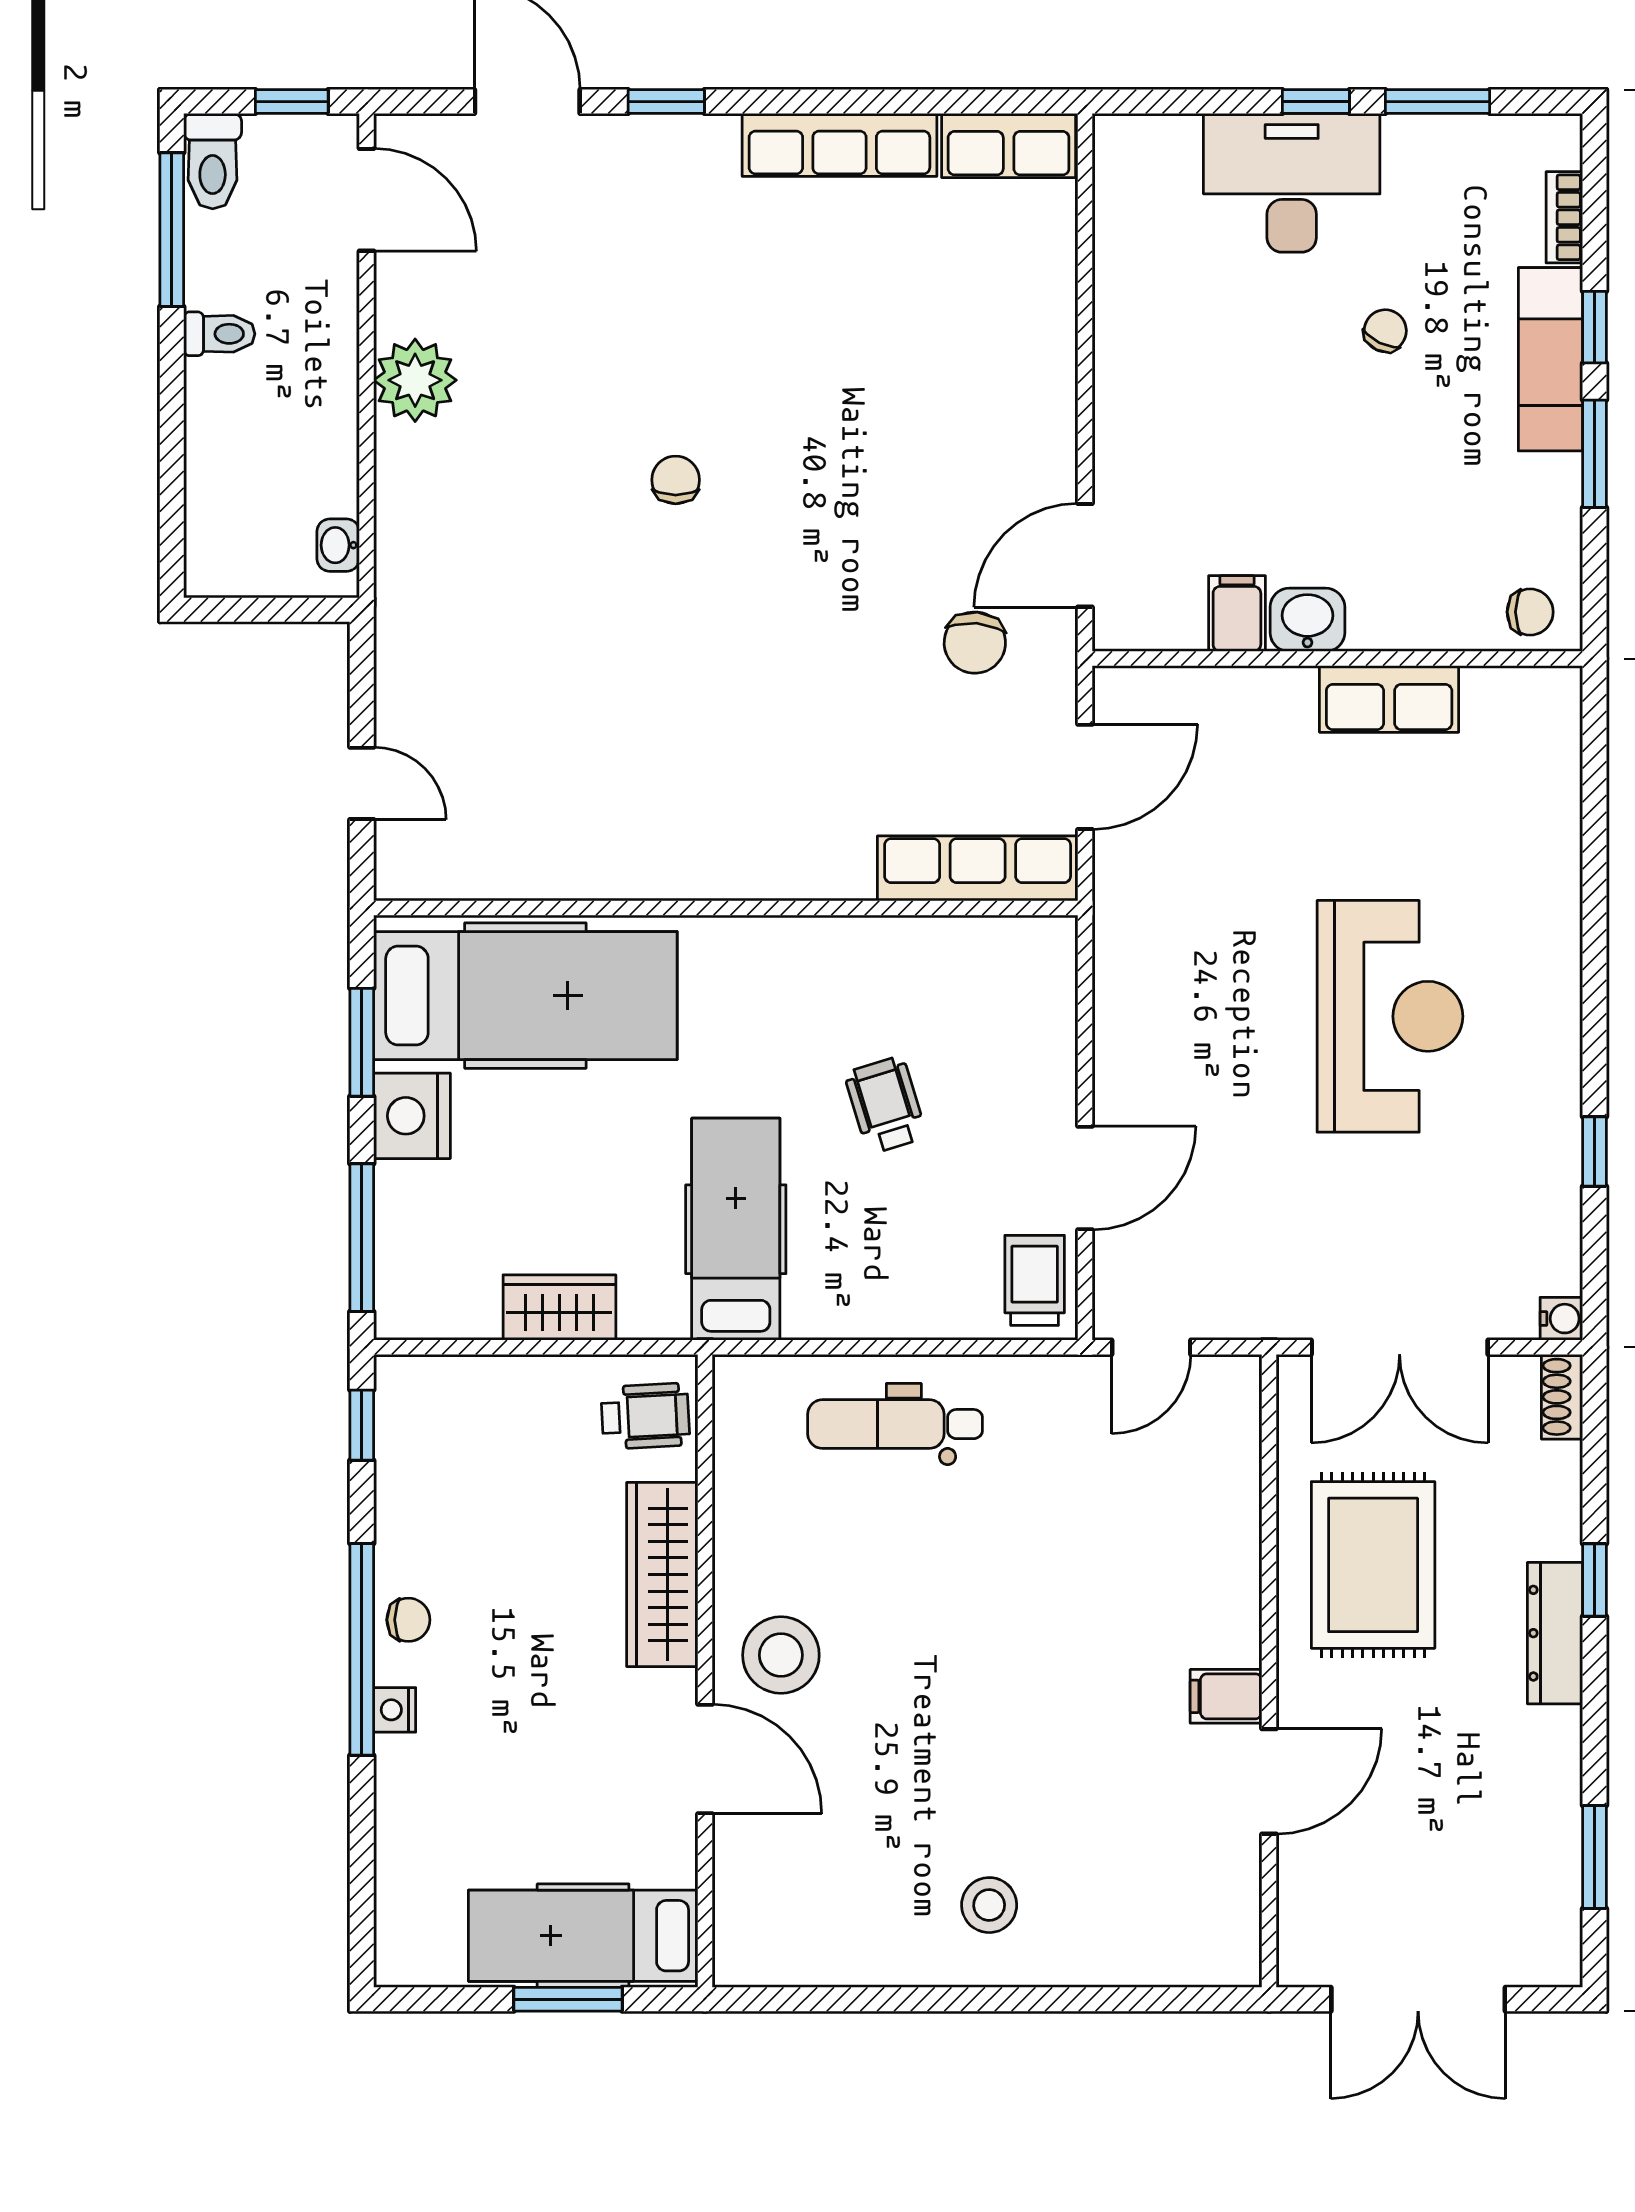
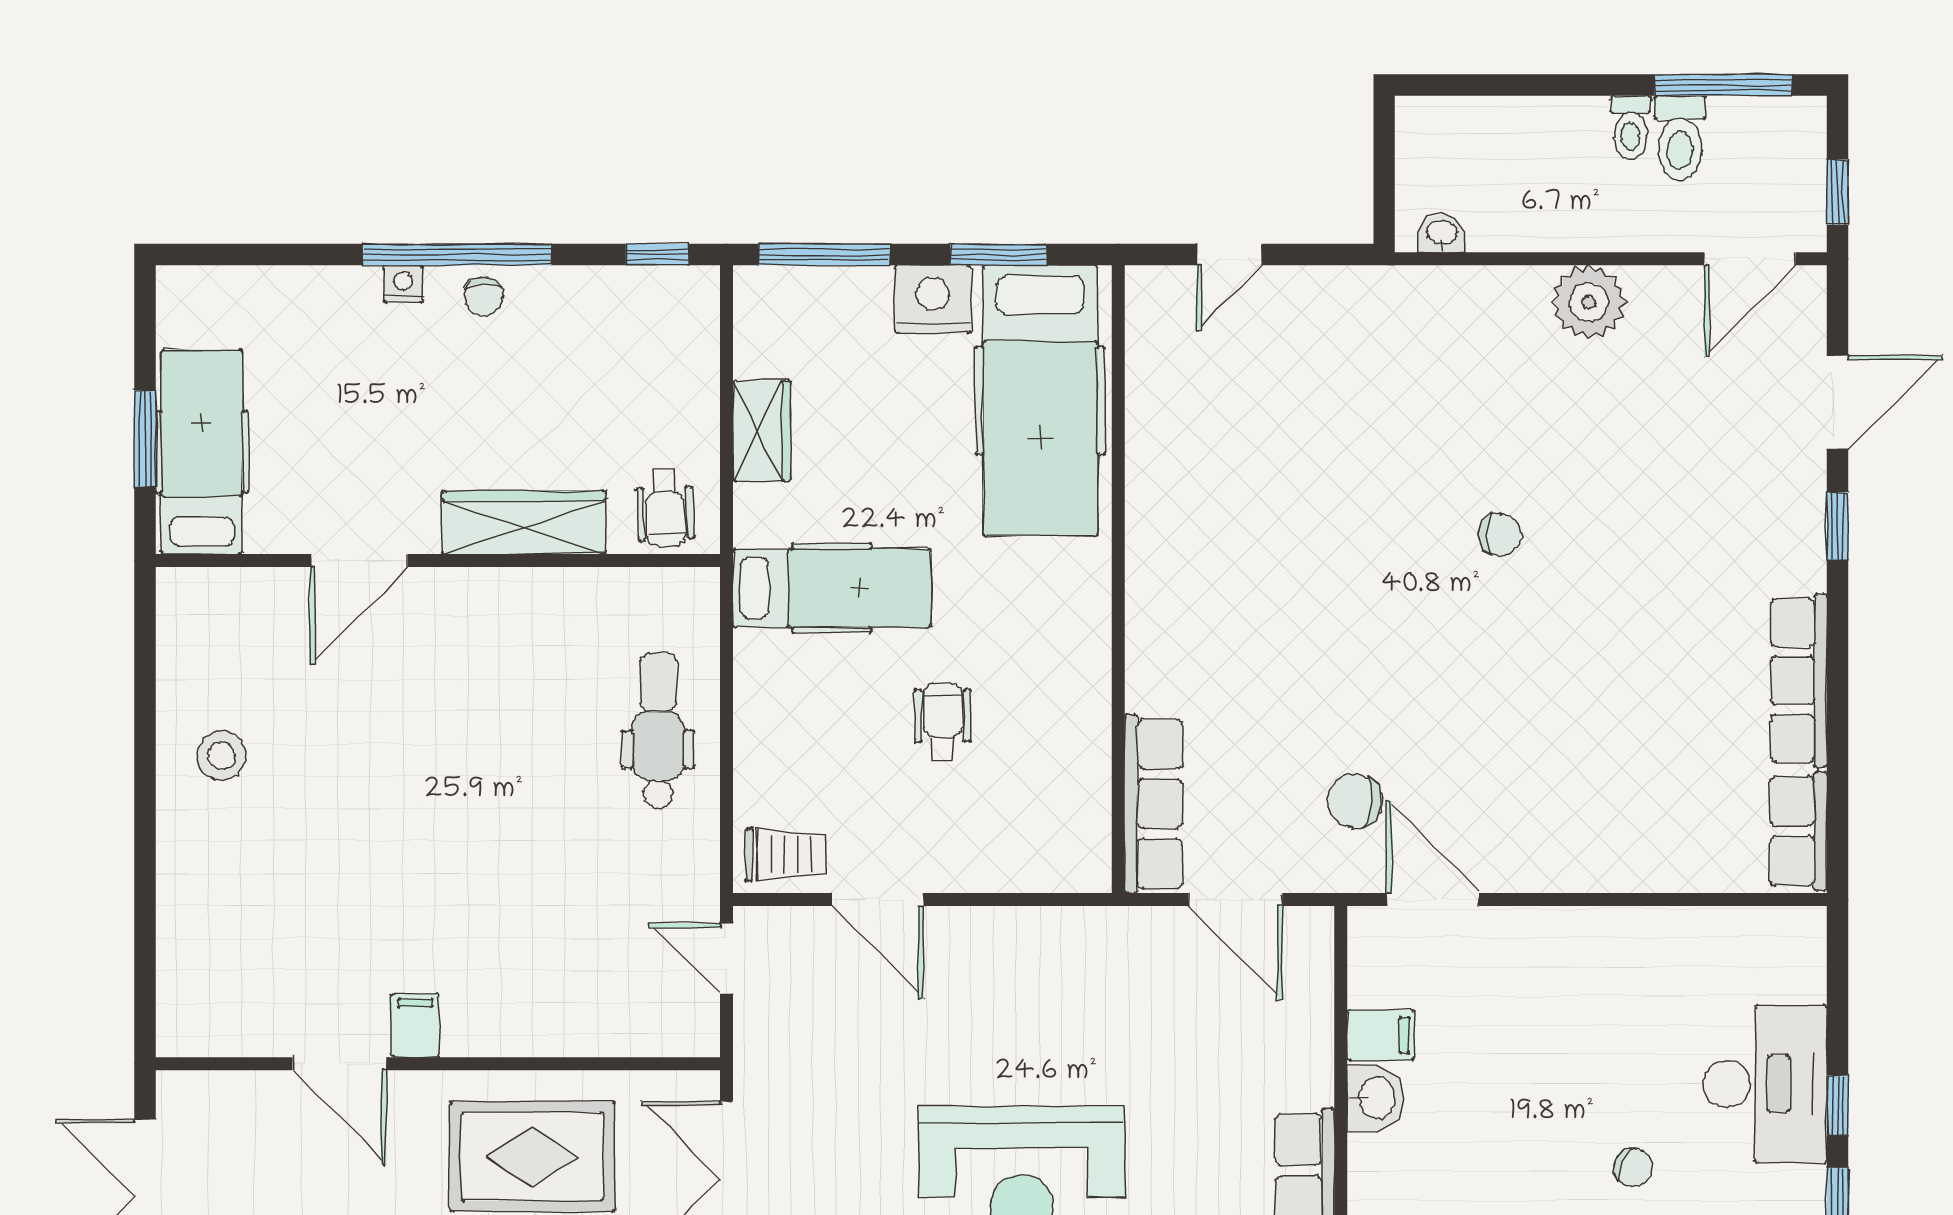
toilet: (213, 161) -> (1680, 138), moved, turned -90
wheelchair: (886, 1105) -> (943, 722), turned -73
stool: (781, 1655) -> (452, 628), removed
stool: (989, 1905) -> (222, 756), moved

